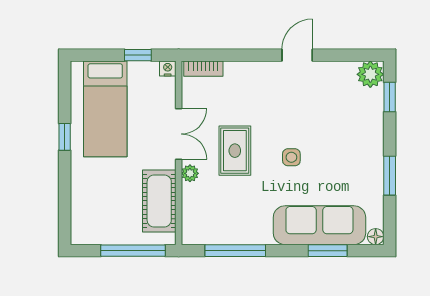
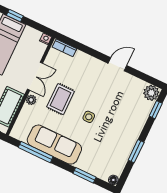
window: (138, 55) -> (15, 16), moved
sofa: (319, 225) -> (54, 145), moved

